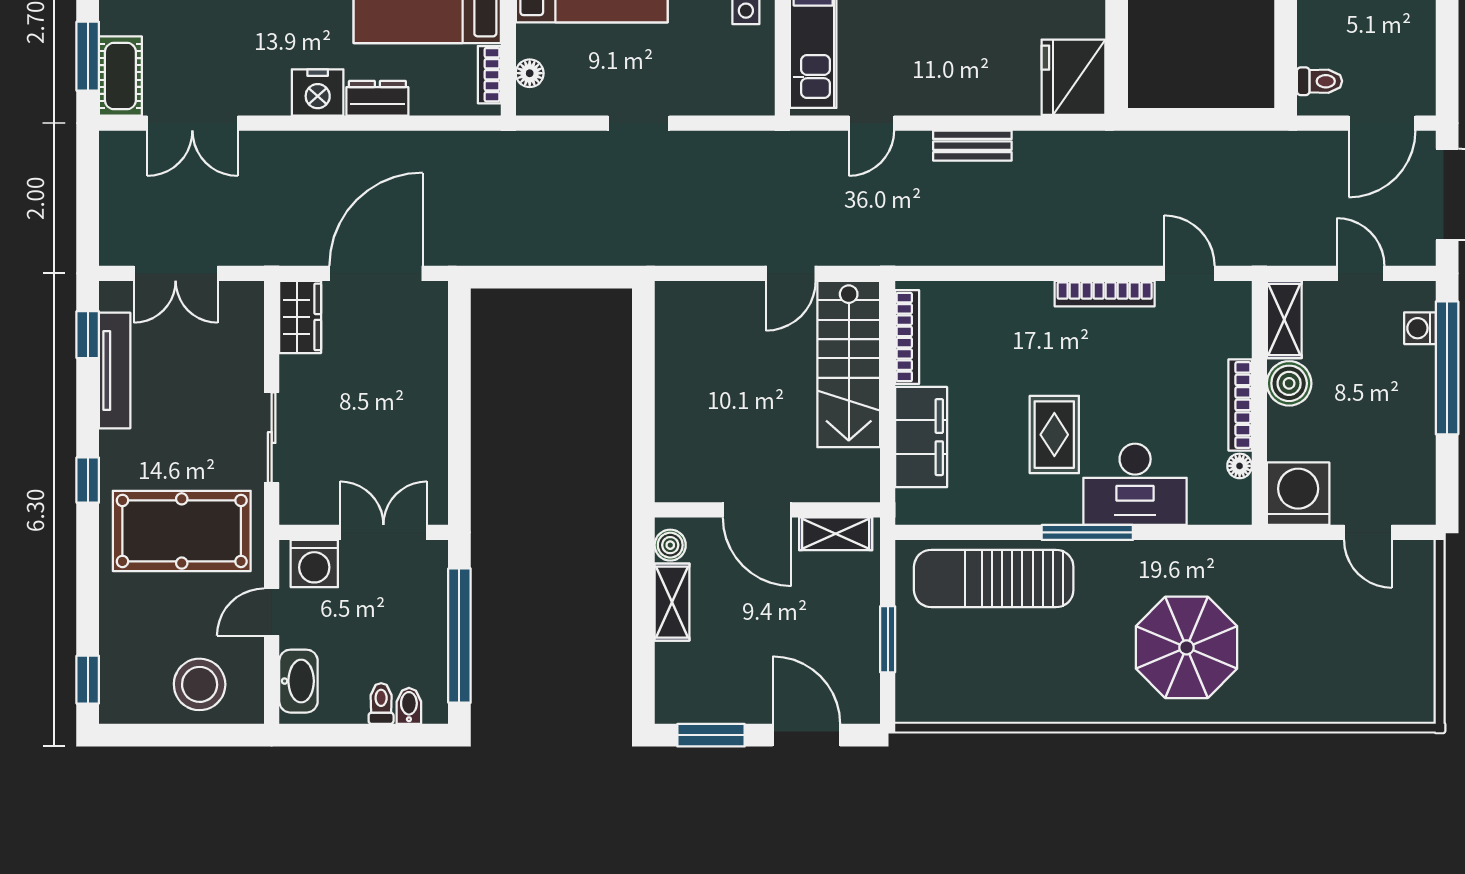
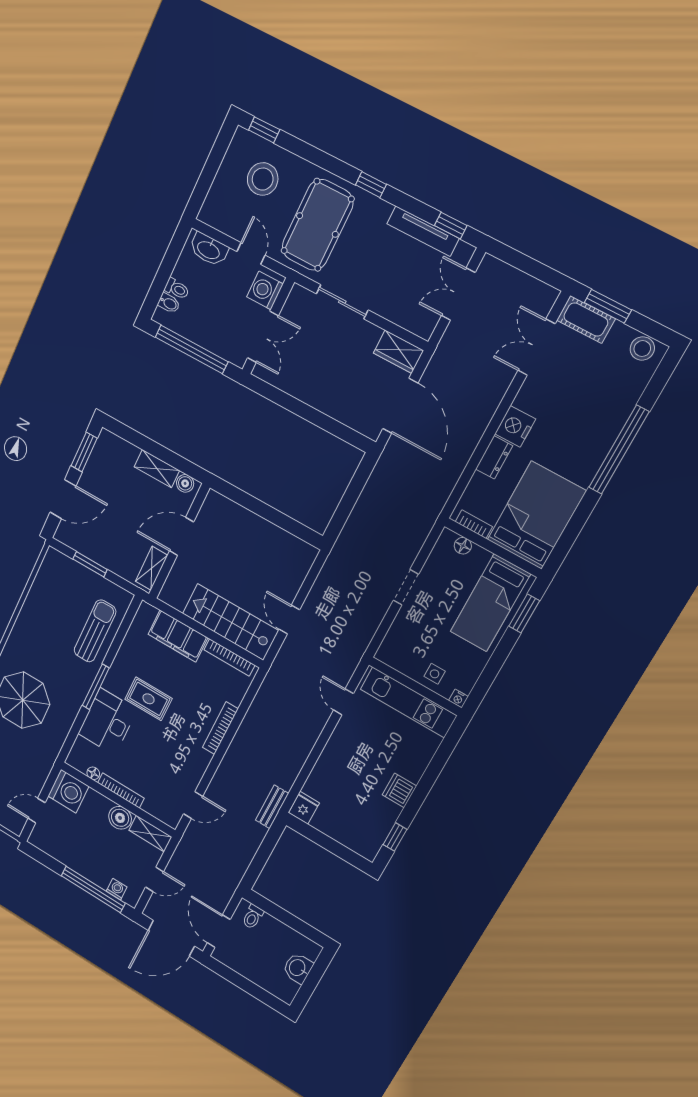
fridge: (1073, 77) -> (304, 808), width x0.53, depth x0.75
bench: (972, 146) -> (272, 807), moved
bookcase: (1105, 294) -> (220, 728), moved
sun lounger: (994, 578) -> (95, 631), width x0.73, depth x0.75
stool: (200, 684) -> (263, 179), moved

